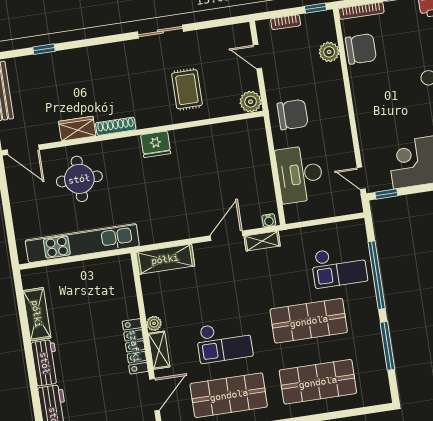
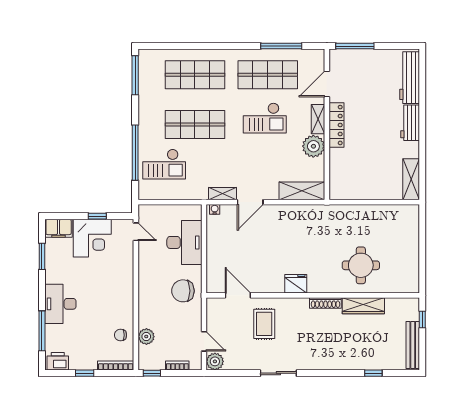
chair: (361, 49) -> (121, 335), width x0.54, depth x0.54
plant: (251, 102) -> (215, 361), moved
wardrobe: (77, 129) -> (363, 306), width x1.50
door: (23, 150) -> (238, 295), moved
window: (386, 194) -> (97, 216), moved
kitchen unit: (82, 243) -> (366, 214), removed
checkout: (339, 267) -> (164, 164), turned 180
shelving: (37, 314) -> (411, 179), moved
plant: (154, 323) -> (313, 146), width x1.87, depth x1.87
checkout: (224, 342) -> (265, 118), turned 180
window: (387, 346) -> (135, 75), moved

